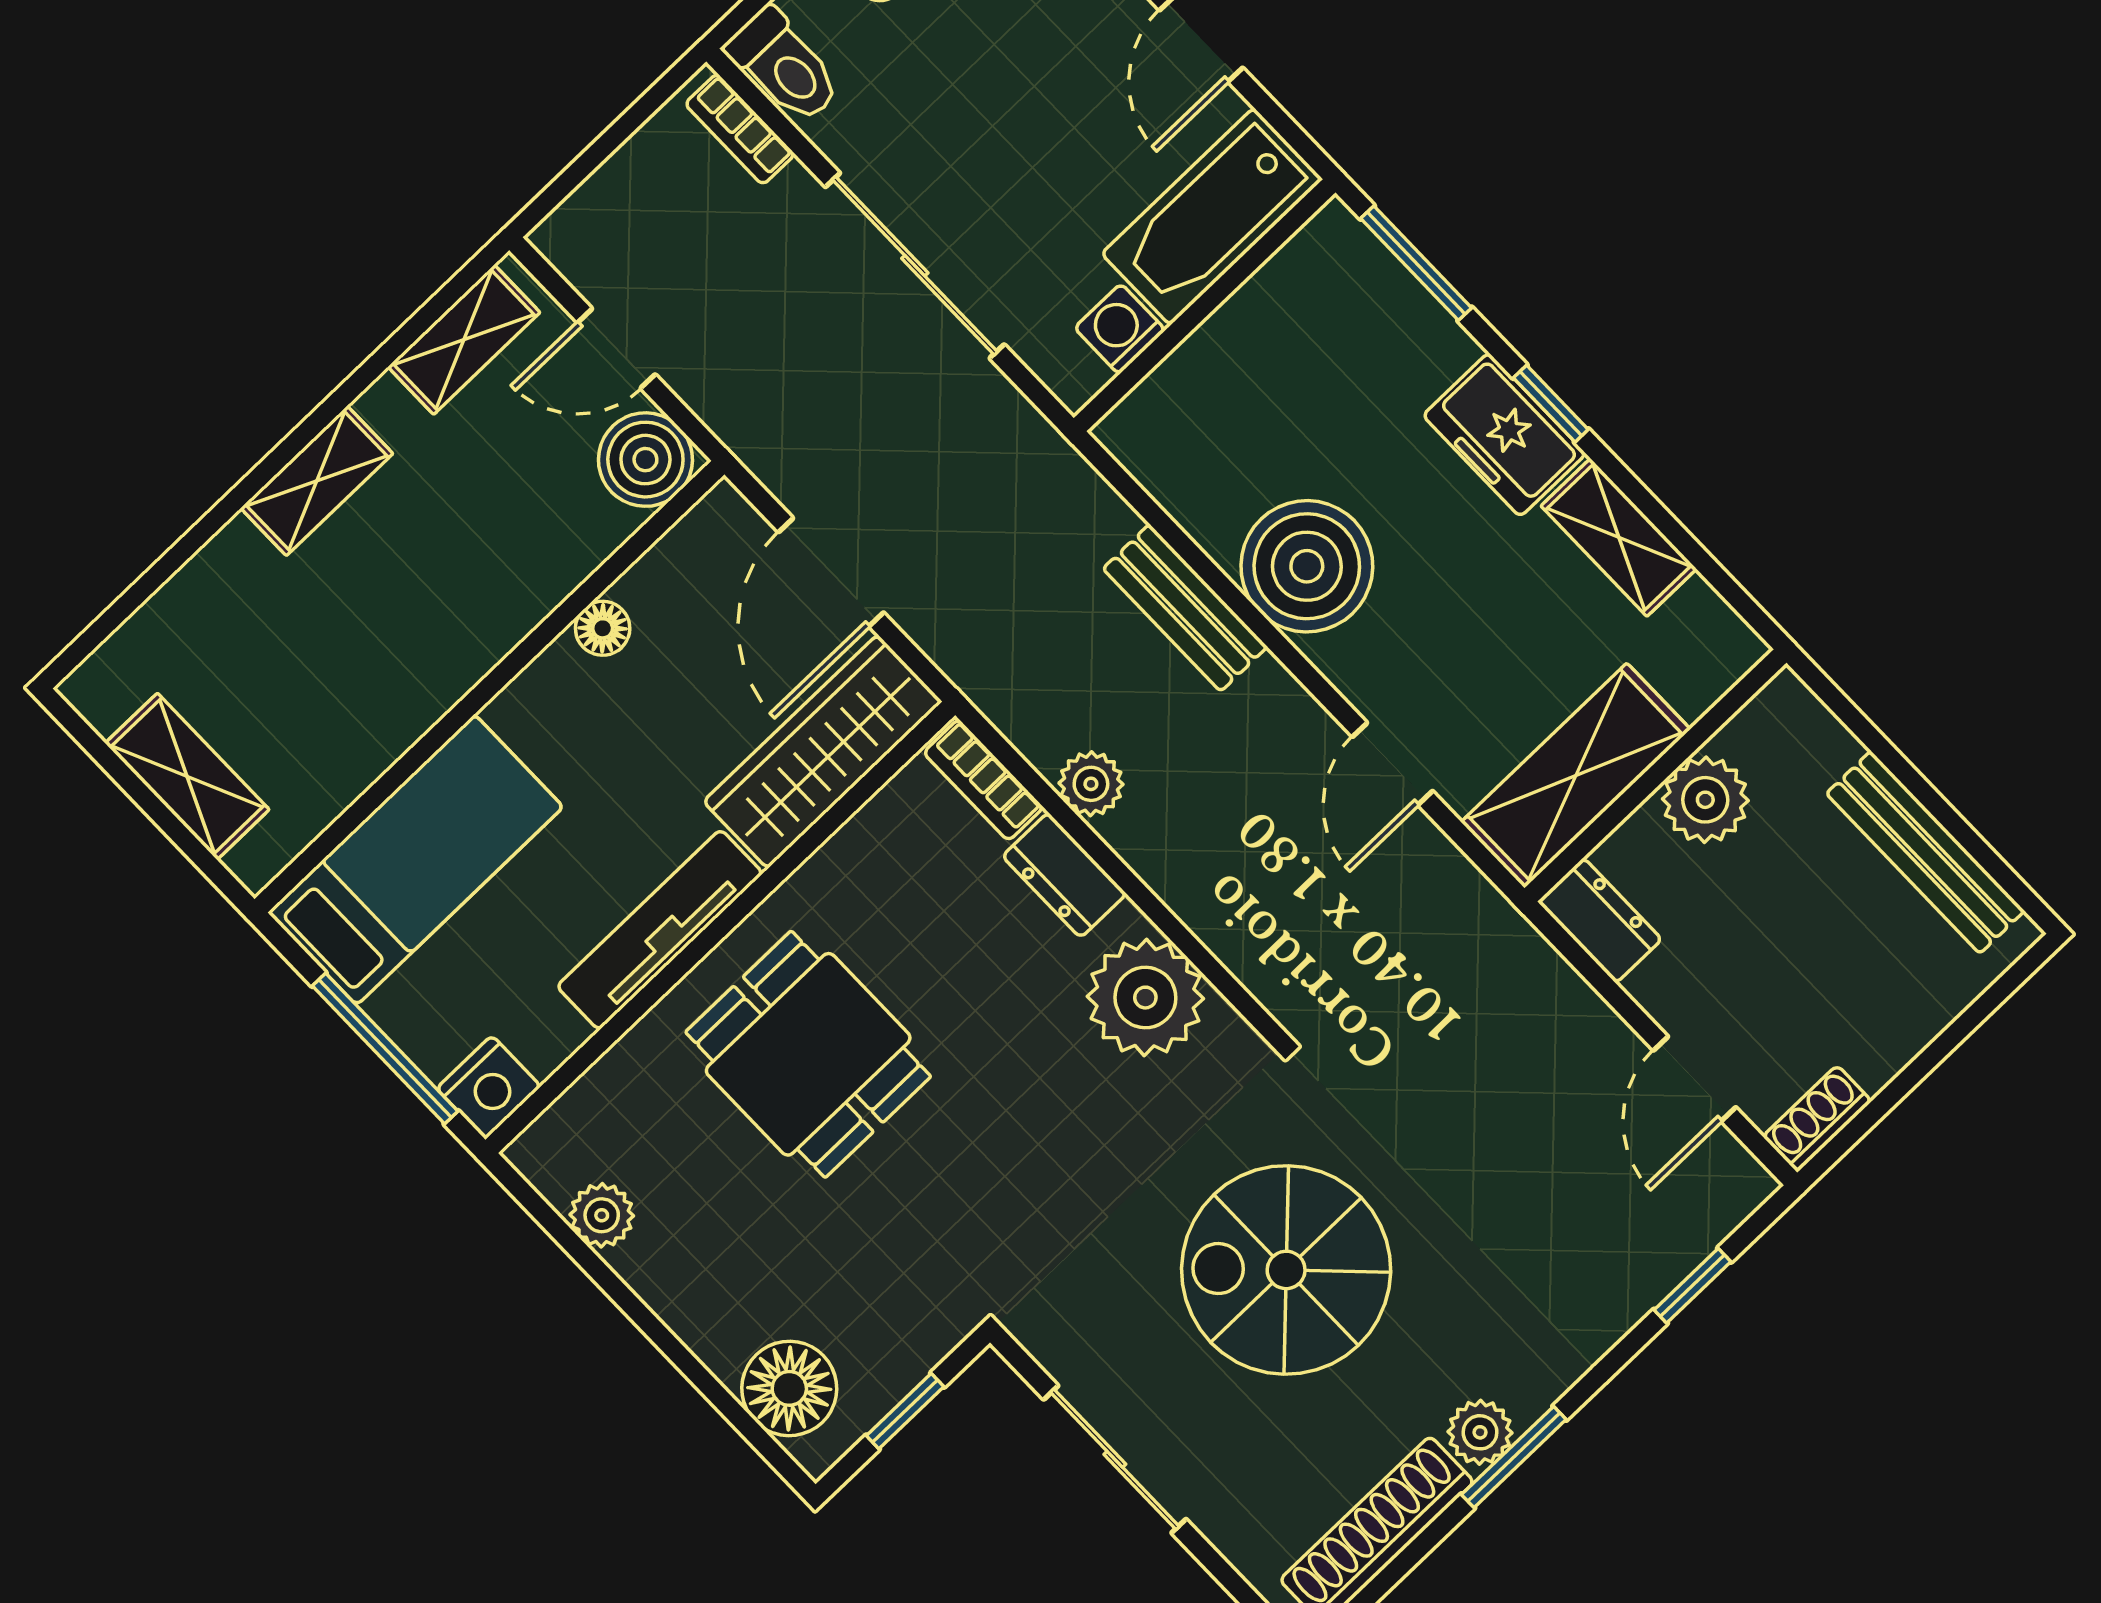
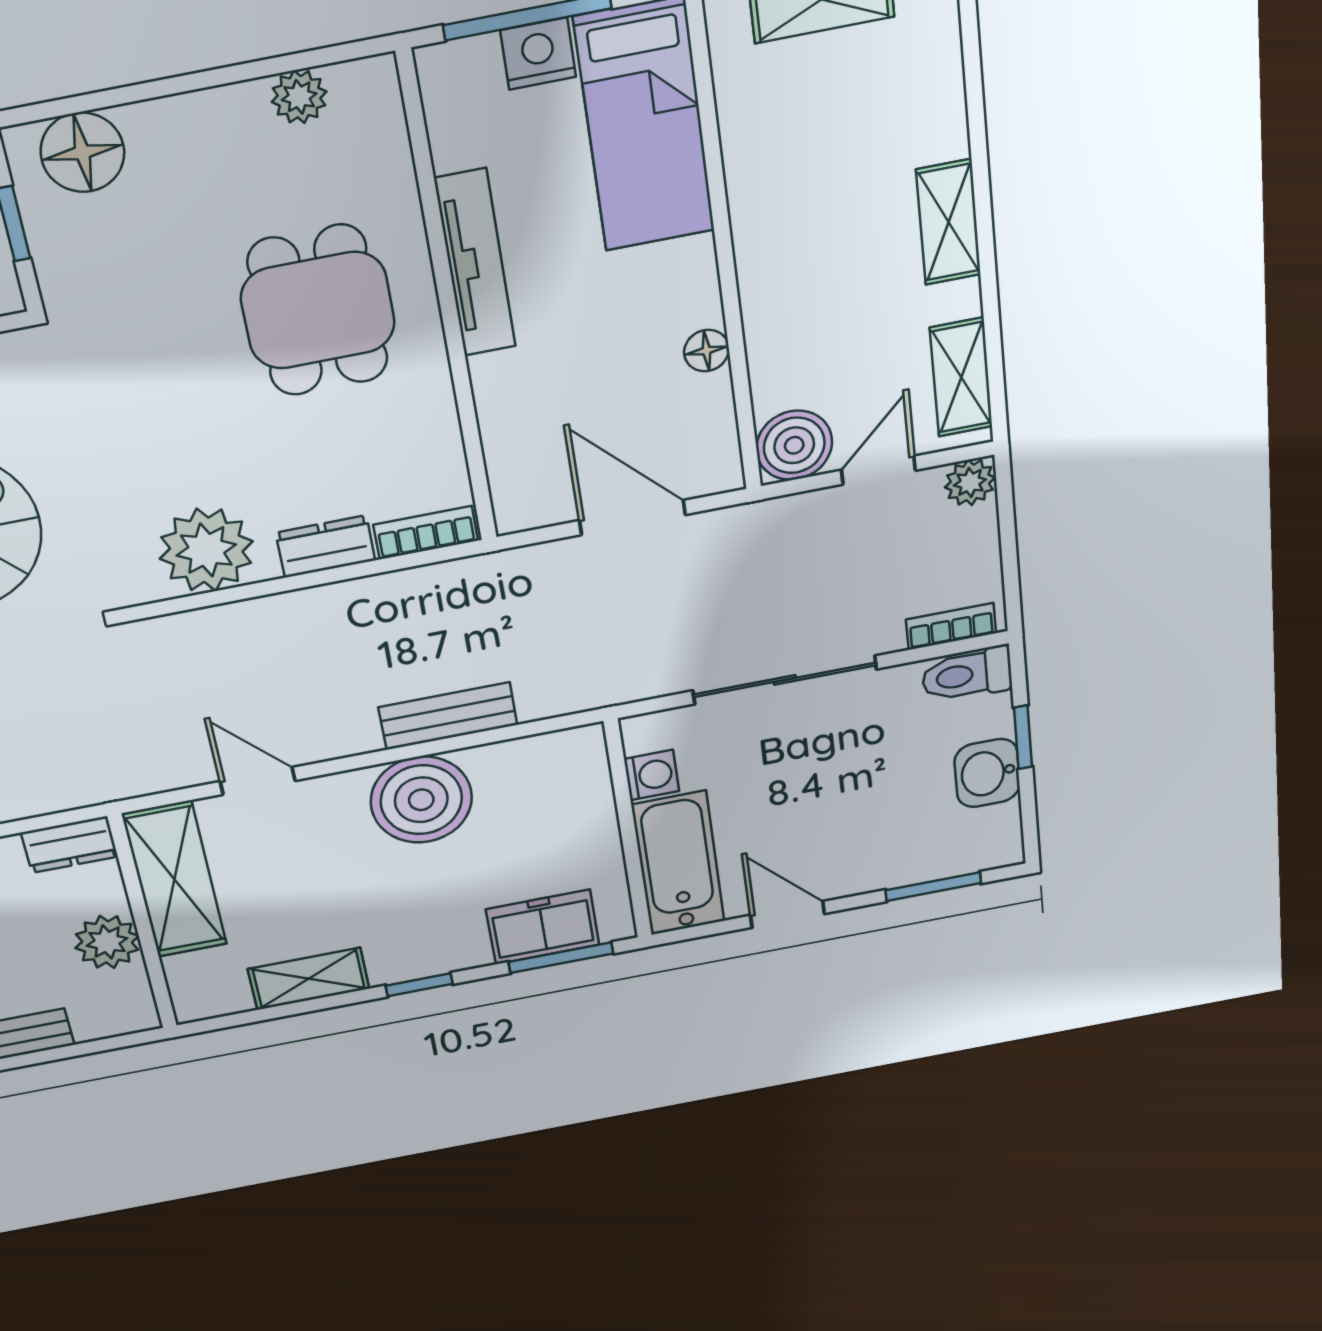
freezer: (1504, 435) -> (543, 927), moved
wardrobe: (823, 752) -> (519, 443), removed
plant: (1091, 784) -> (970, 482), moved
dining table: (808, 1054) -> (318, 310), turned 90
nightstand: (489, 1087) -> (538, 54), moved, turned 90

